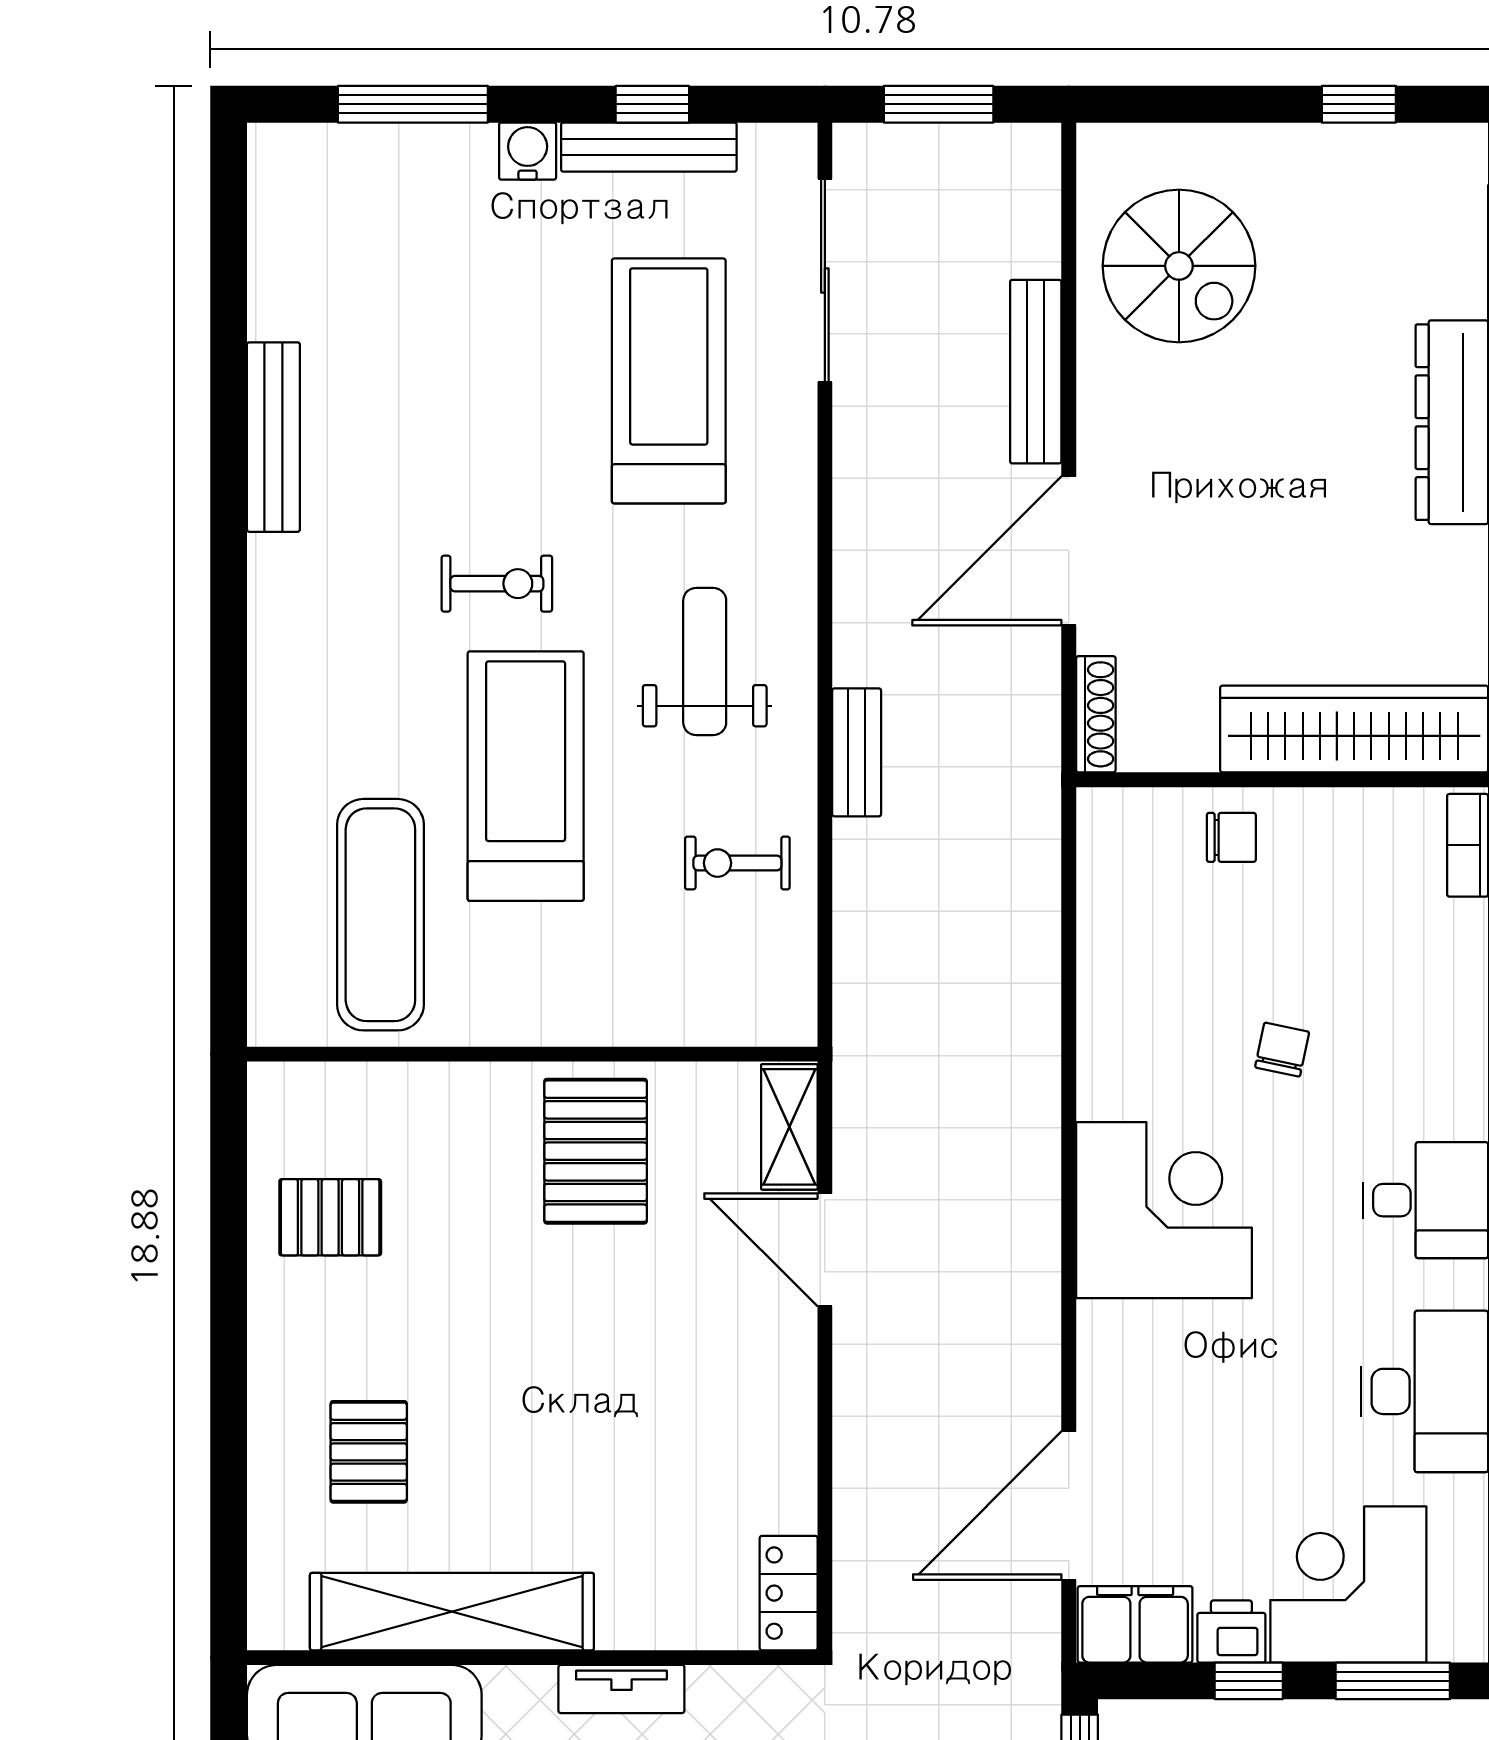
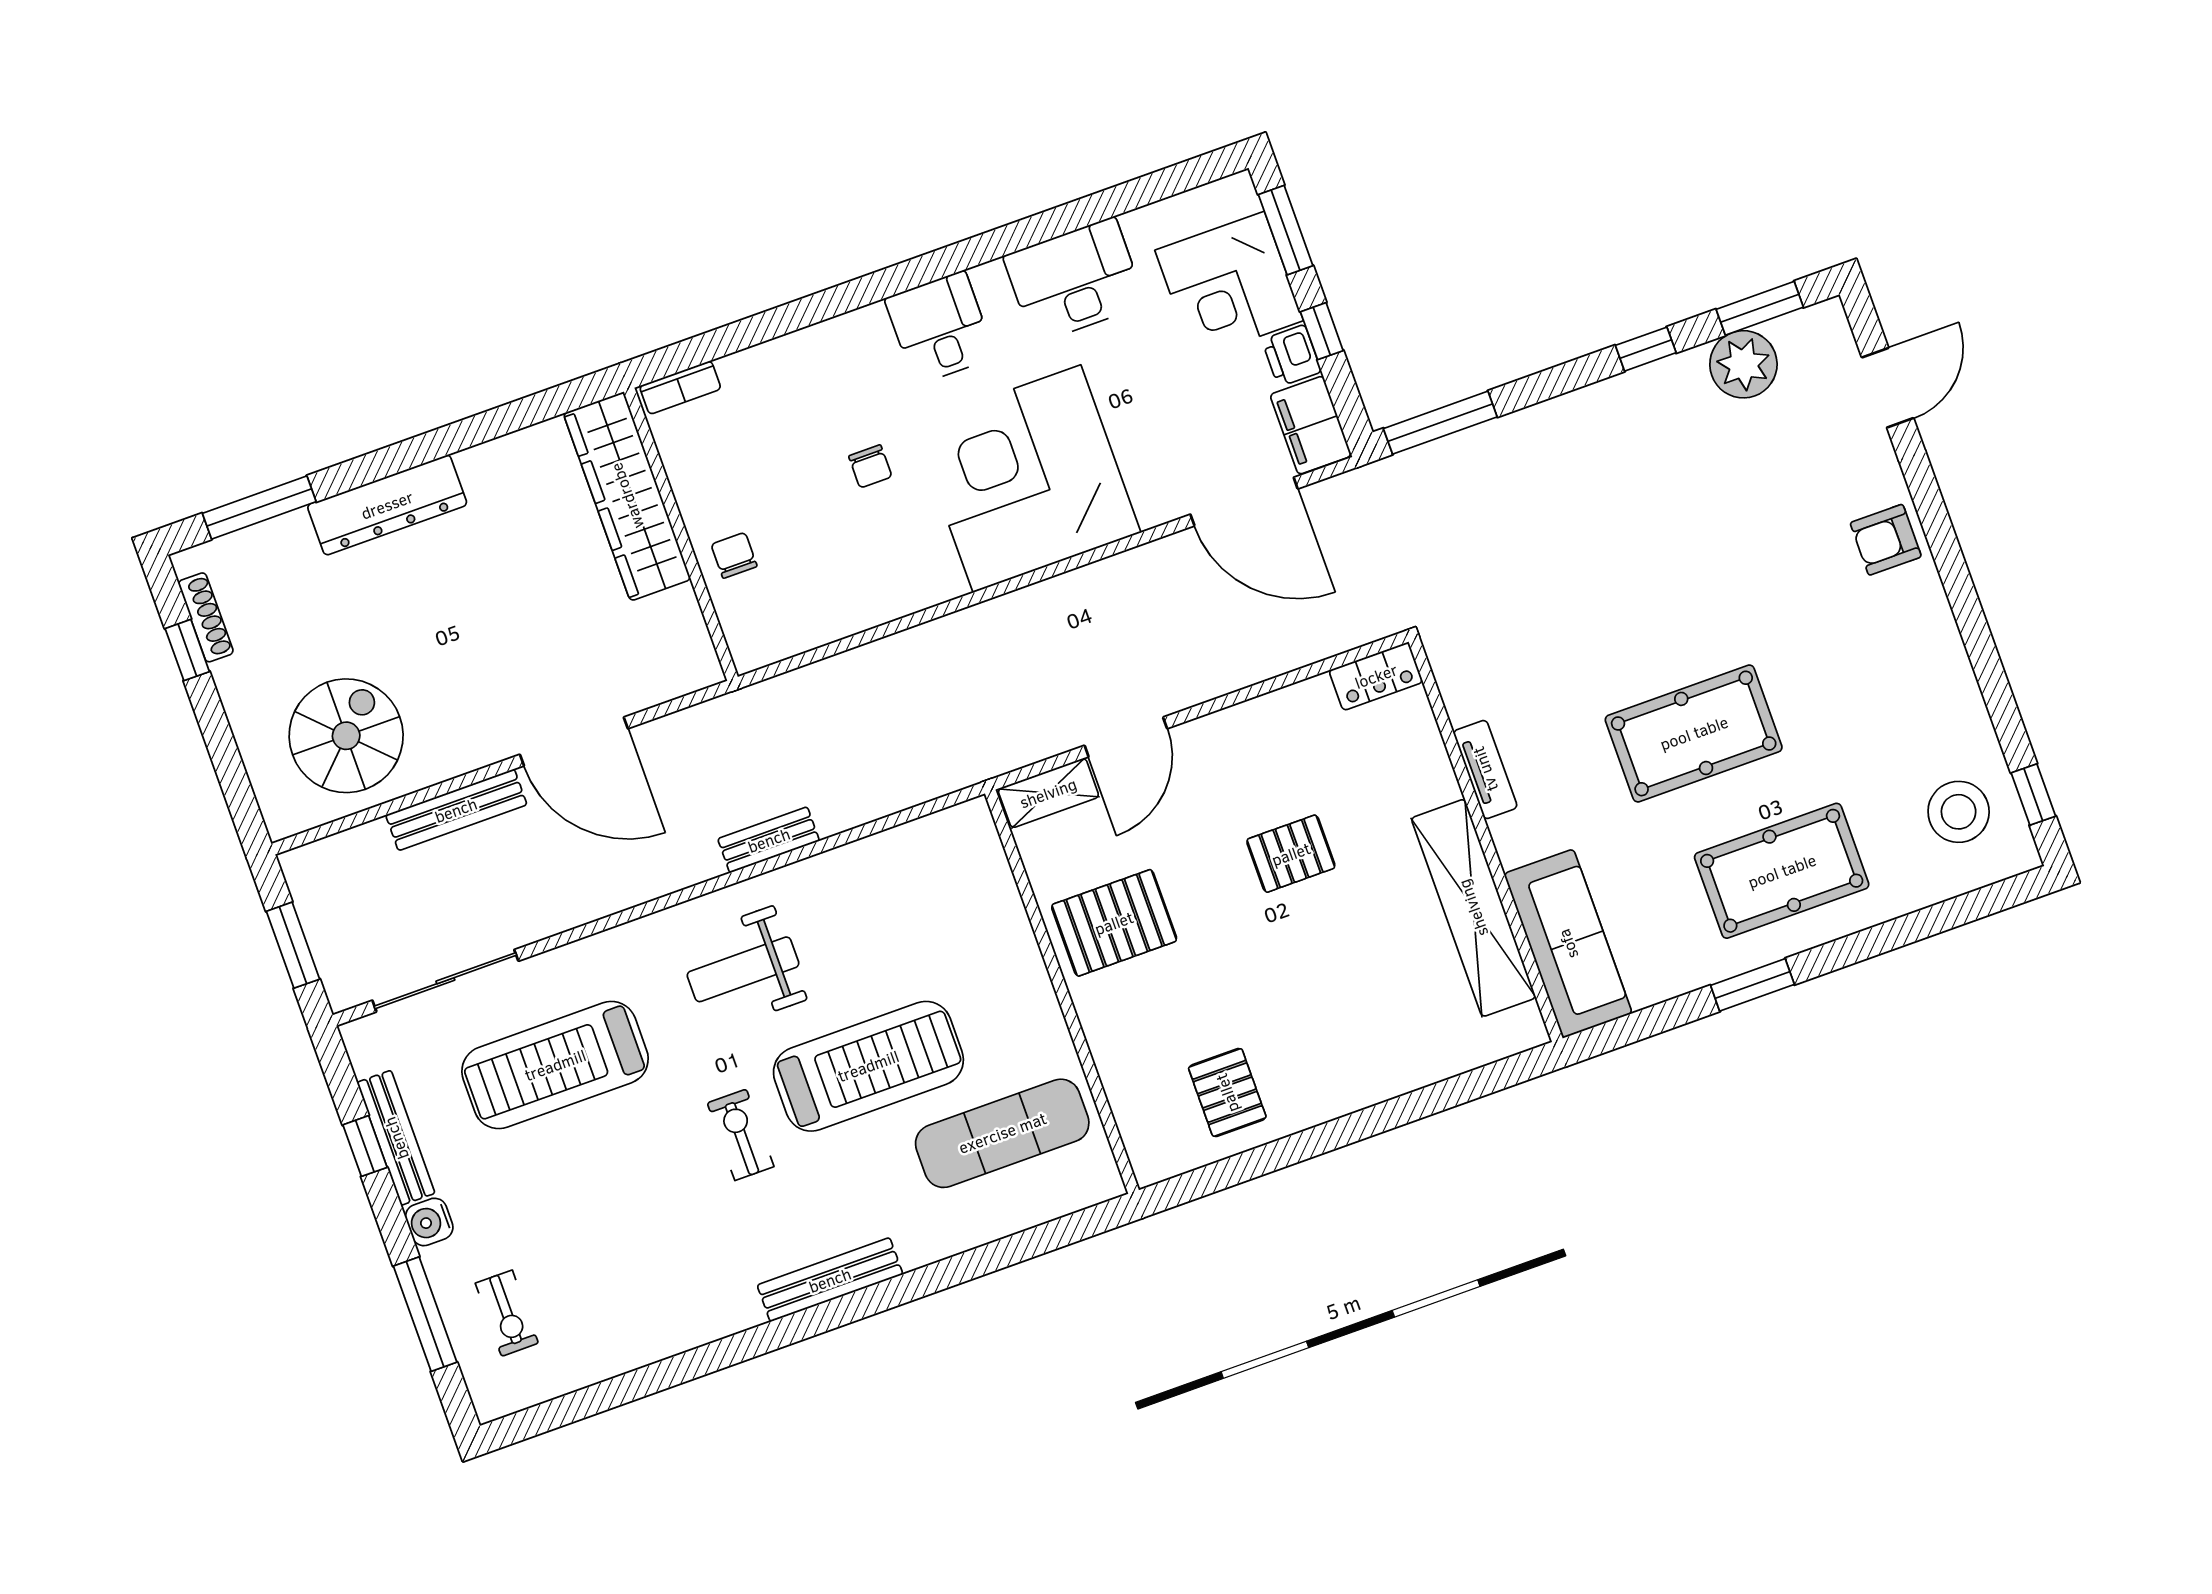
bench: (273, 437) -> (830, 1280), moved
shoe rack: (1096, 714) -> (206, 617), moved, turned 90
treadmill: (526, 776) -> (868, 1066), turned 180
exercise bike: (737, 863) -> (507, 1313), moved
chair: (1282, 1050) -> (870, 466), turned -102
corner desk: (1164, 1210) -> (1027, 479), width x1.36, depth x1.36
pallet: (369, 1452) -> (1291, 854), moved

